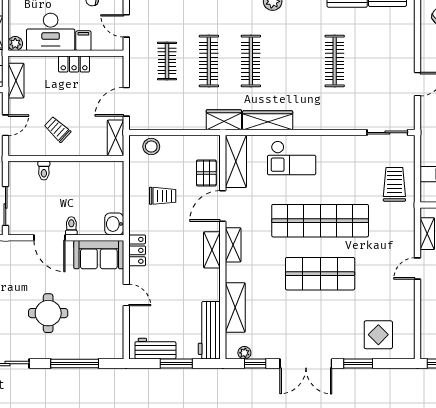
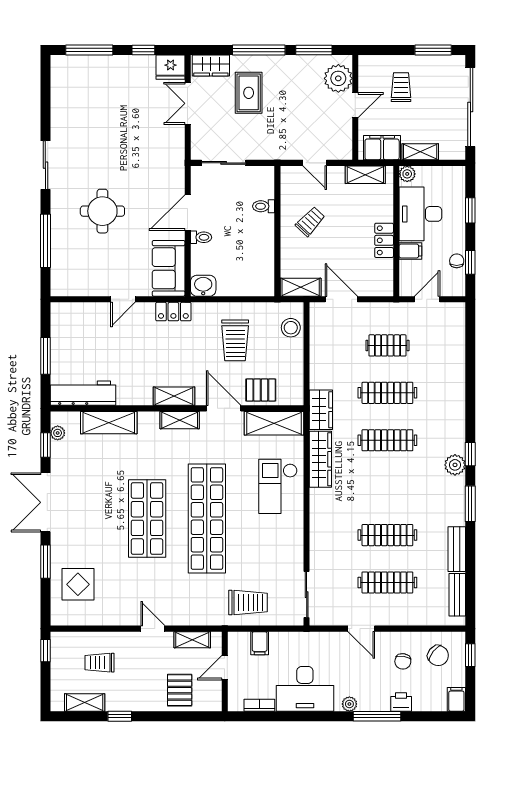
clothes rail: (377, 61) -> (387, 582), added
trolley: (163, 196) -> (235, 340), width x1.36, depth x1.39
workbench: (155, 349) -> (62, 332), removed

